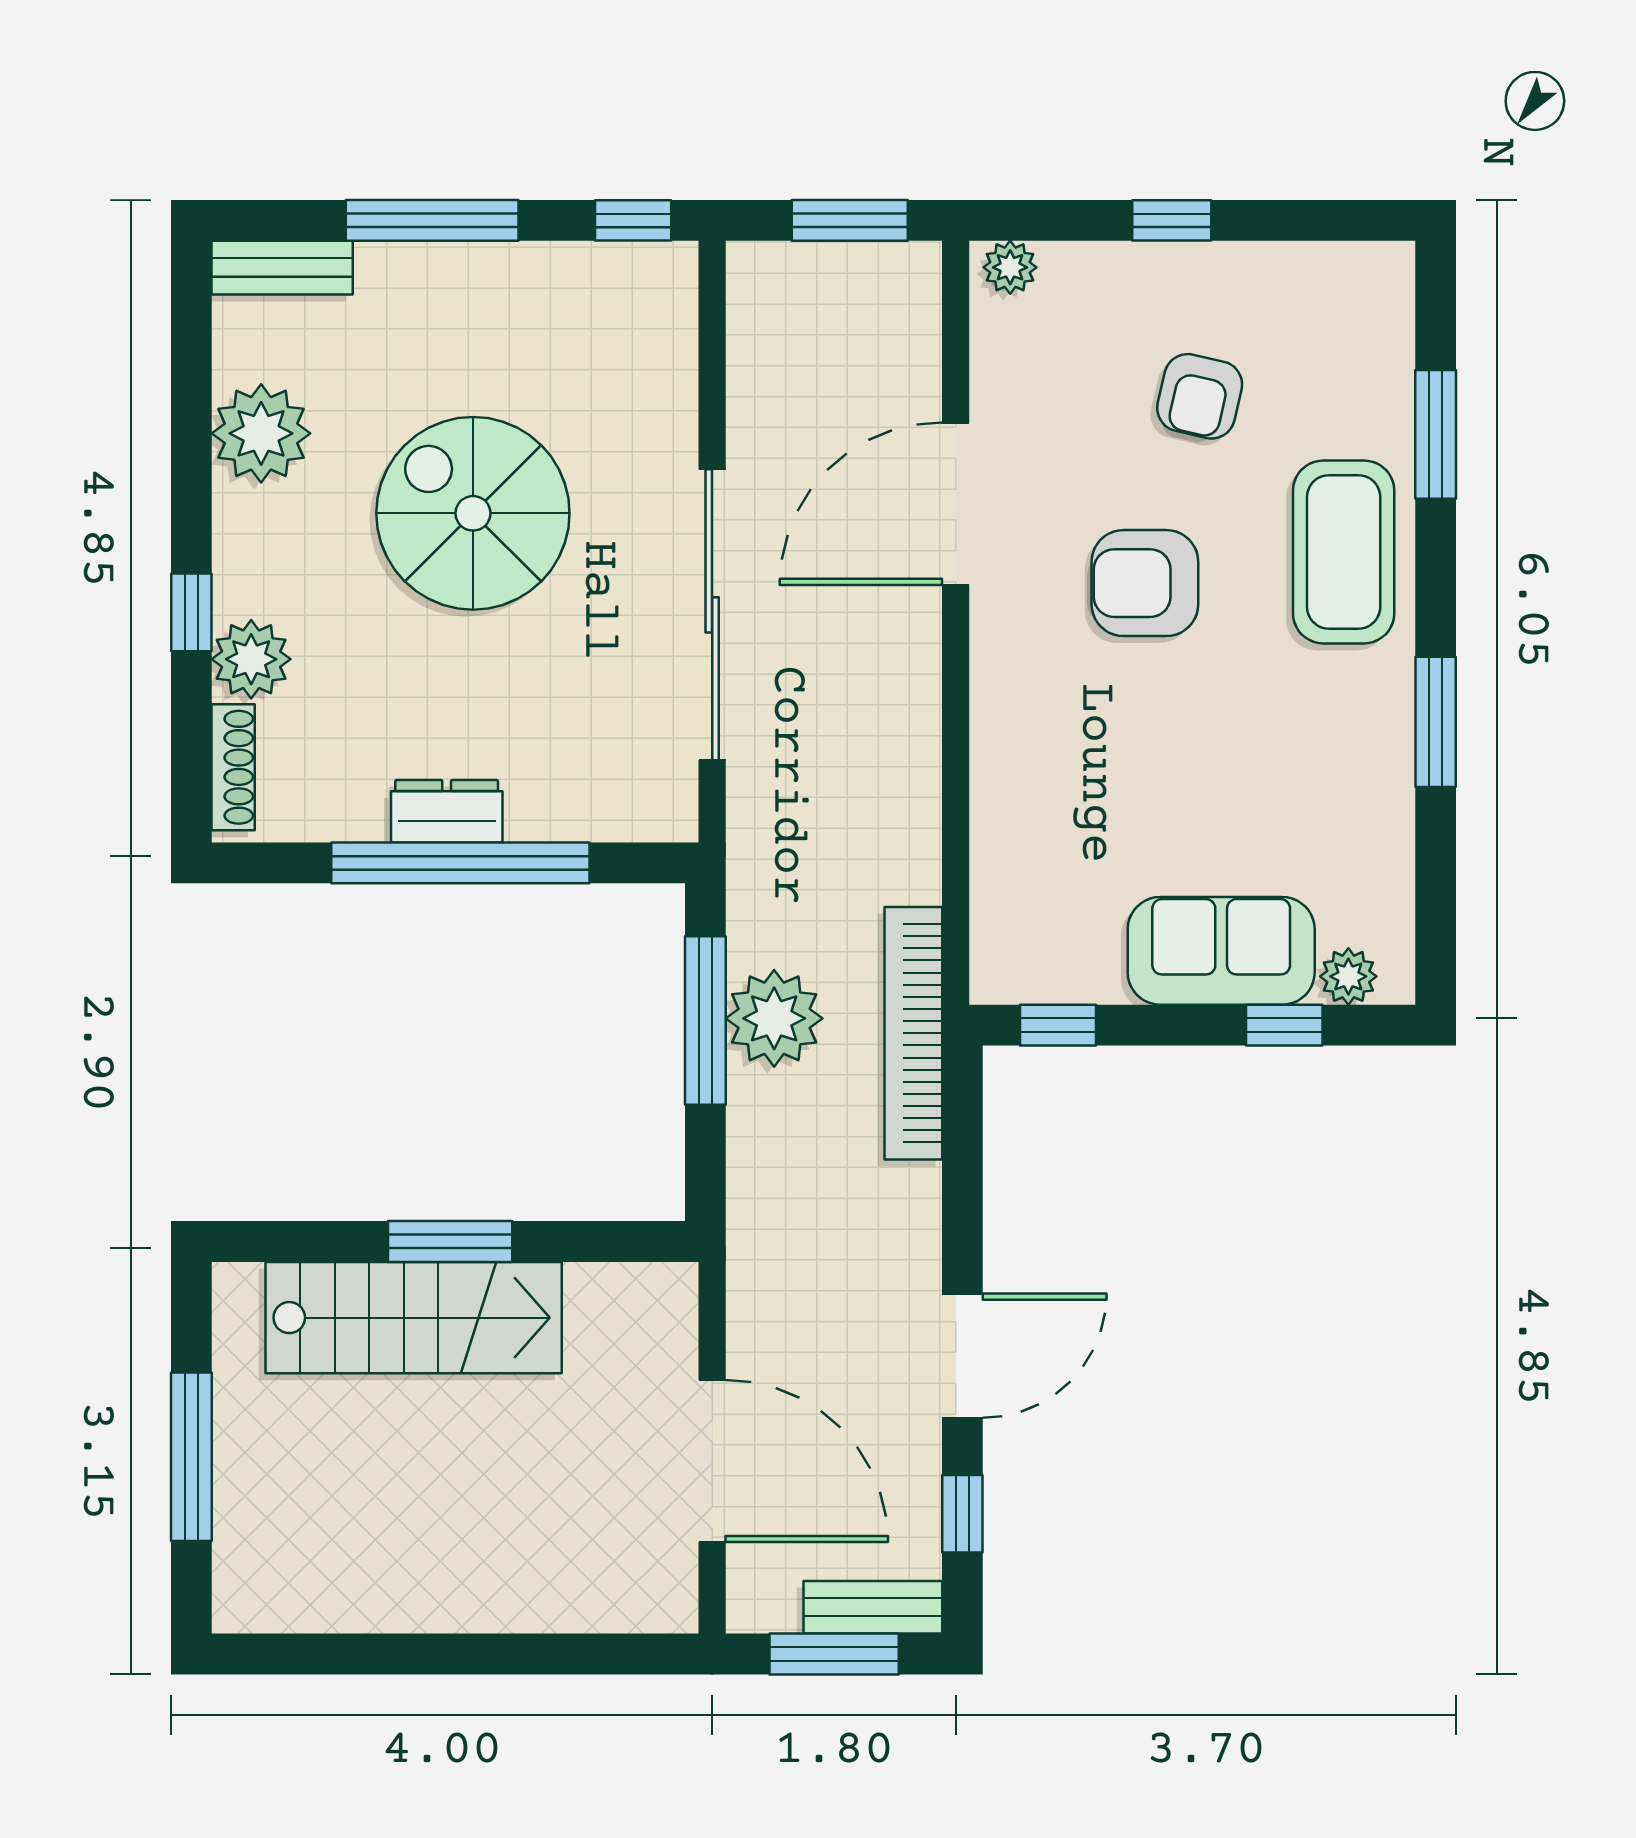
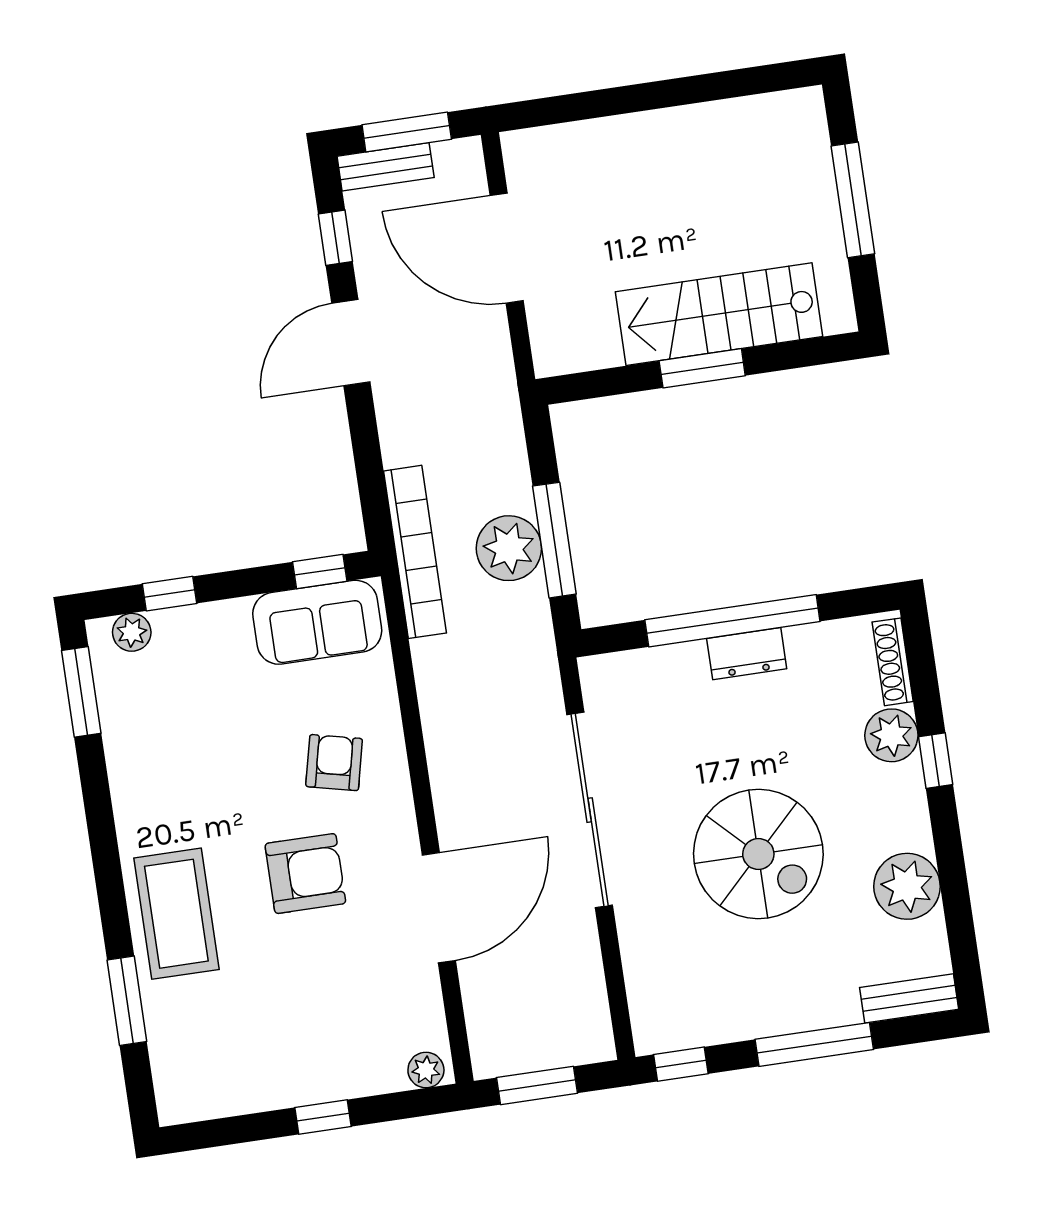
armchair: (1200, 396) -> (334, 763), moved
window: (1436, 722) -> (81, 692), moved
sofa: (1221, 951) -> (317, 622), moved

